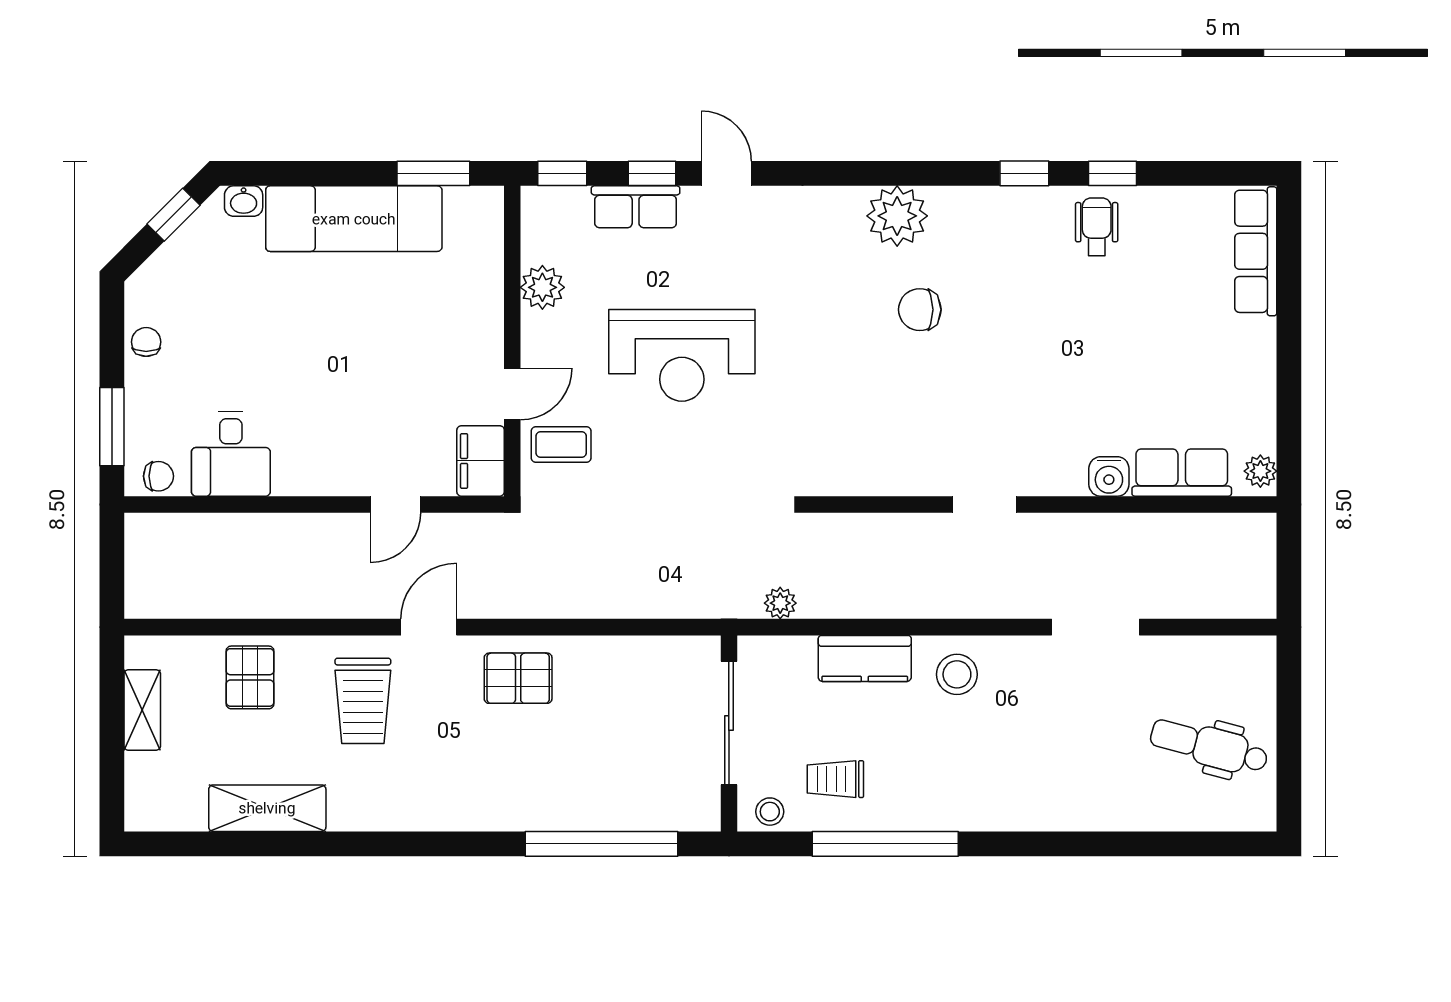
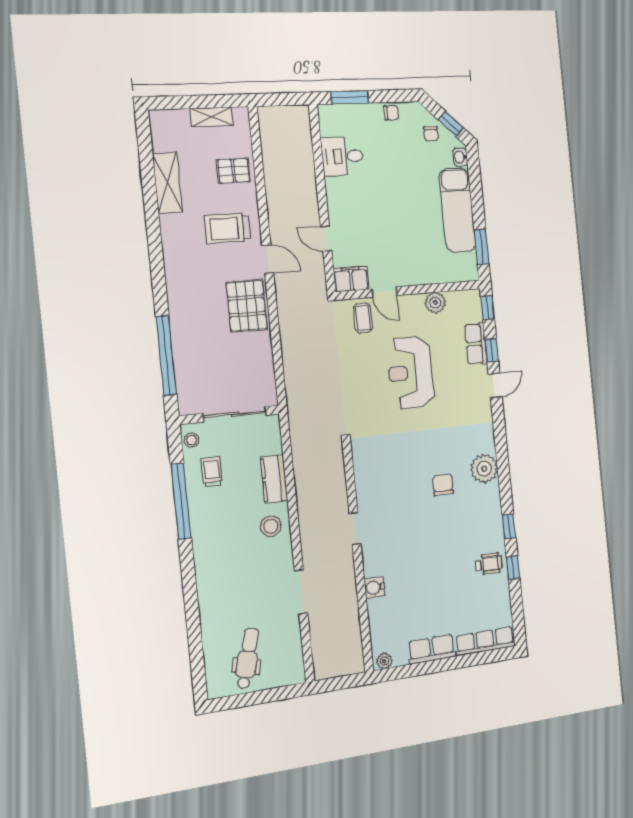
row of seats: (1182, 473) -> (432, 649), moved, turned -90
chair: (158, 476) -> (431, 134), moved
plant: (780, 603) -> (297, 434), removed
pallet: (518, 678) -> (247, 306), width x1.50, depth x1.42

